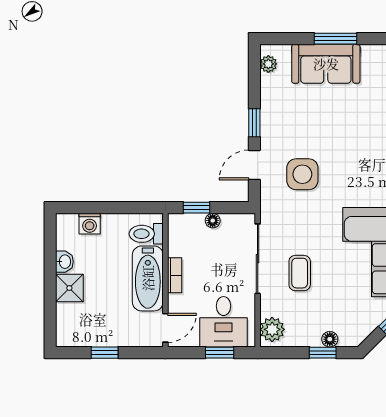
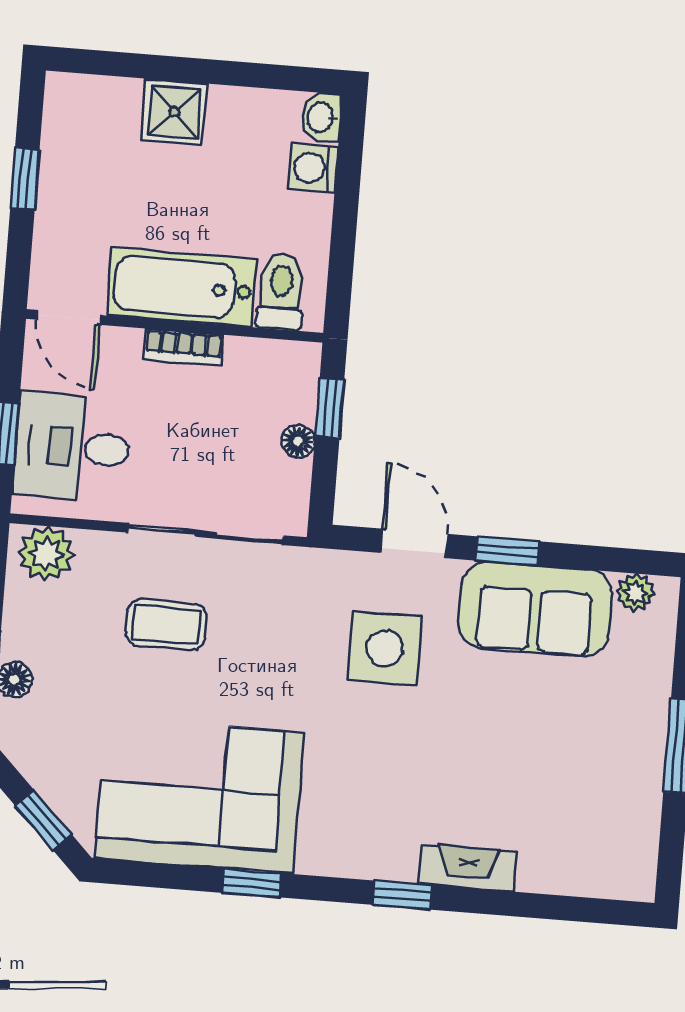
sofa: (326, 64) -> (535, 609), moved, turned -90
washbasin: (64, 262) -> (321, 117), moved, turned 90

